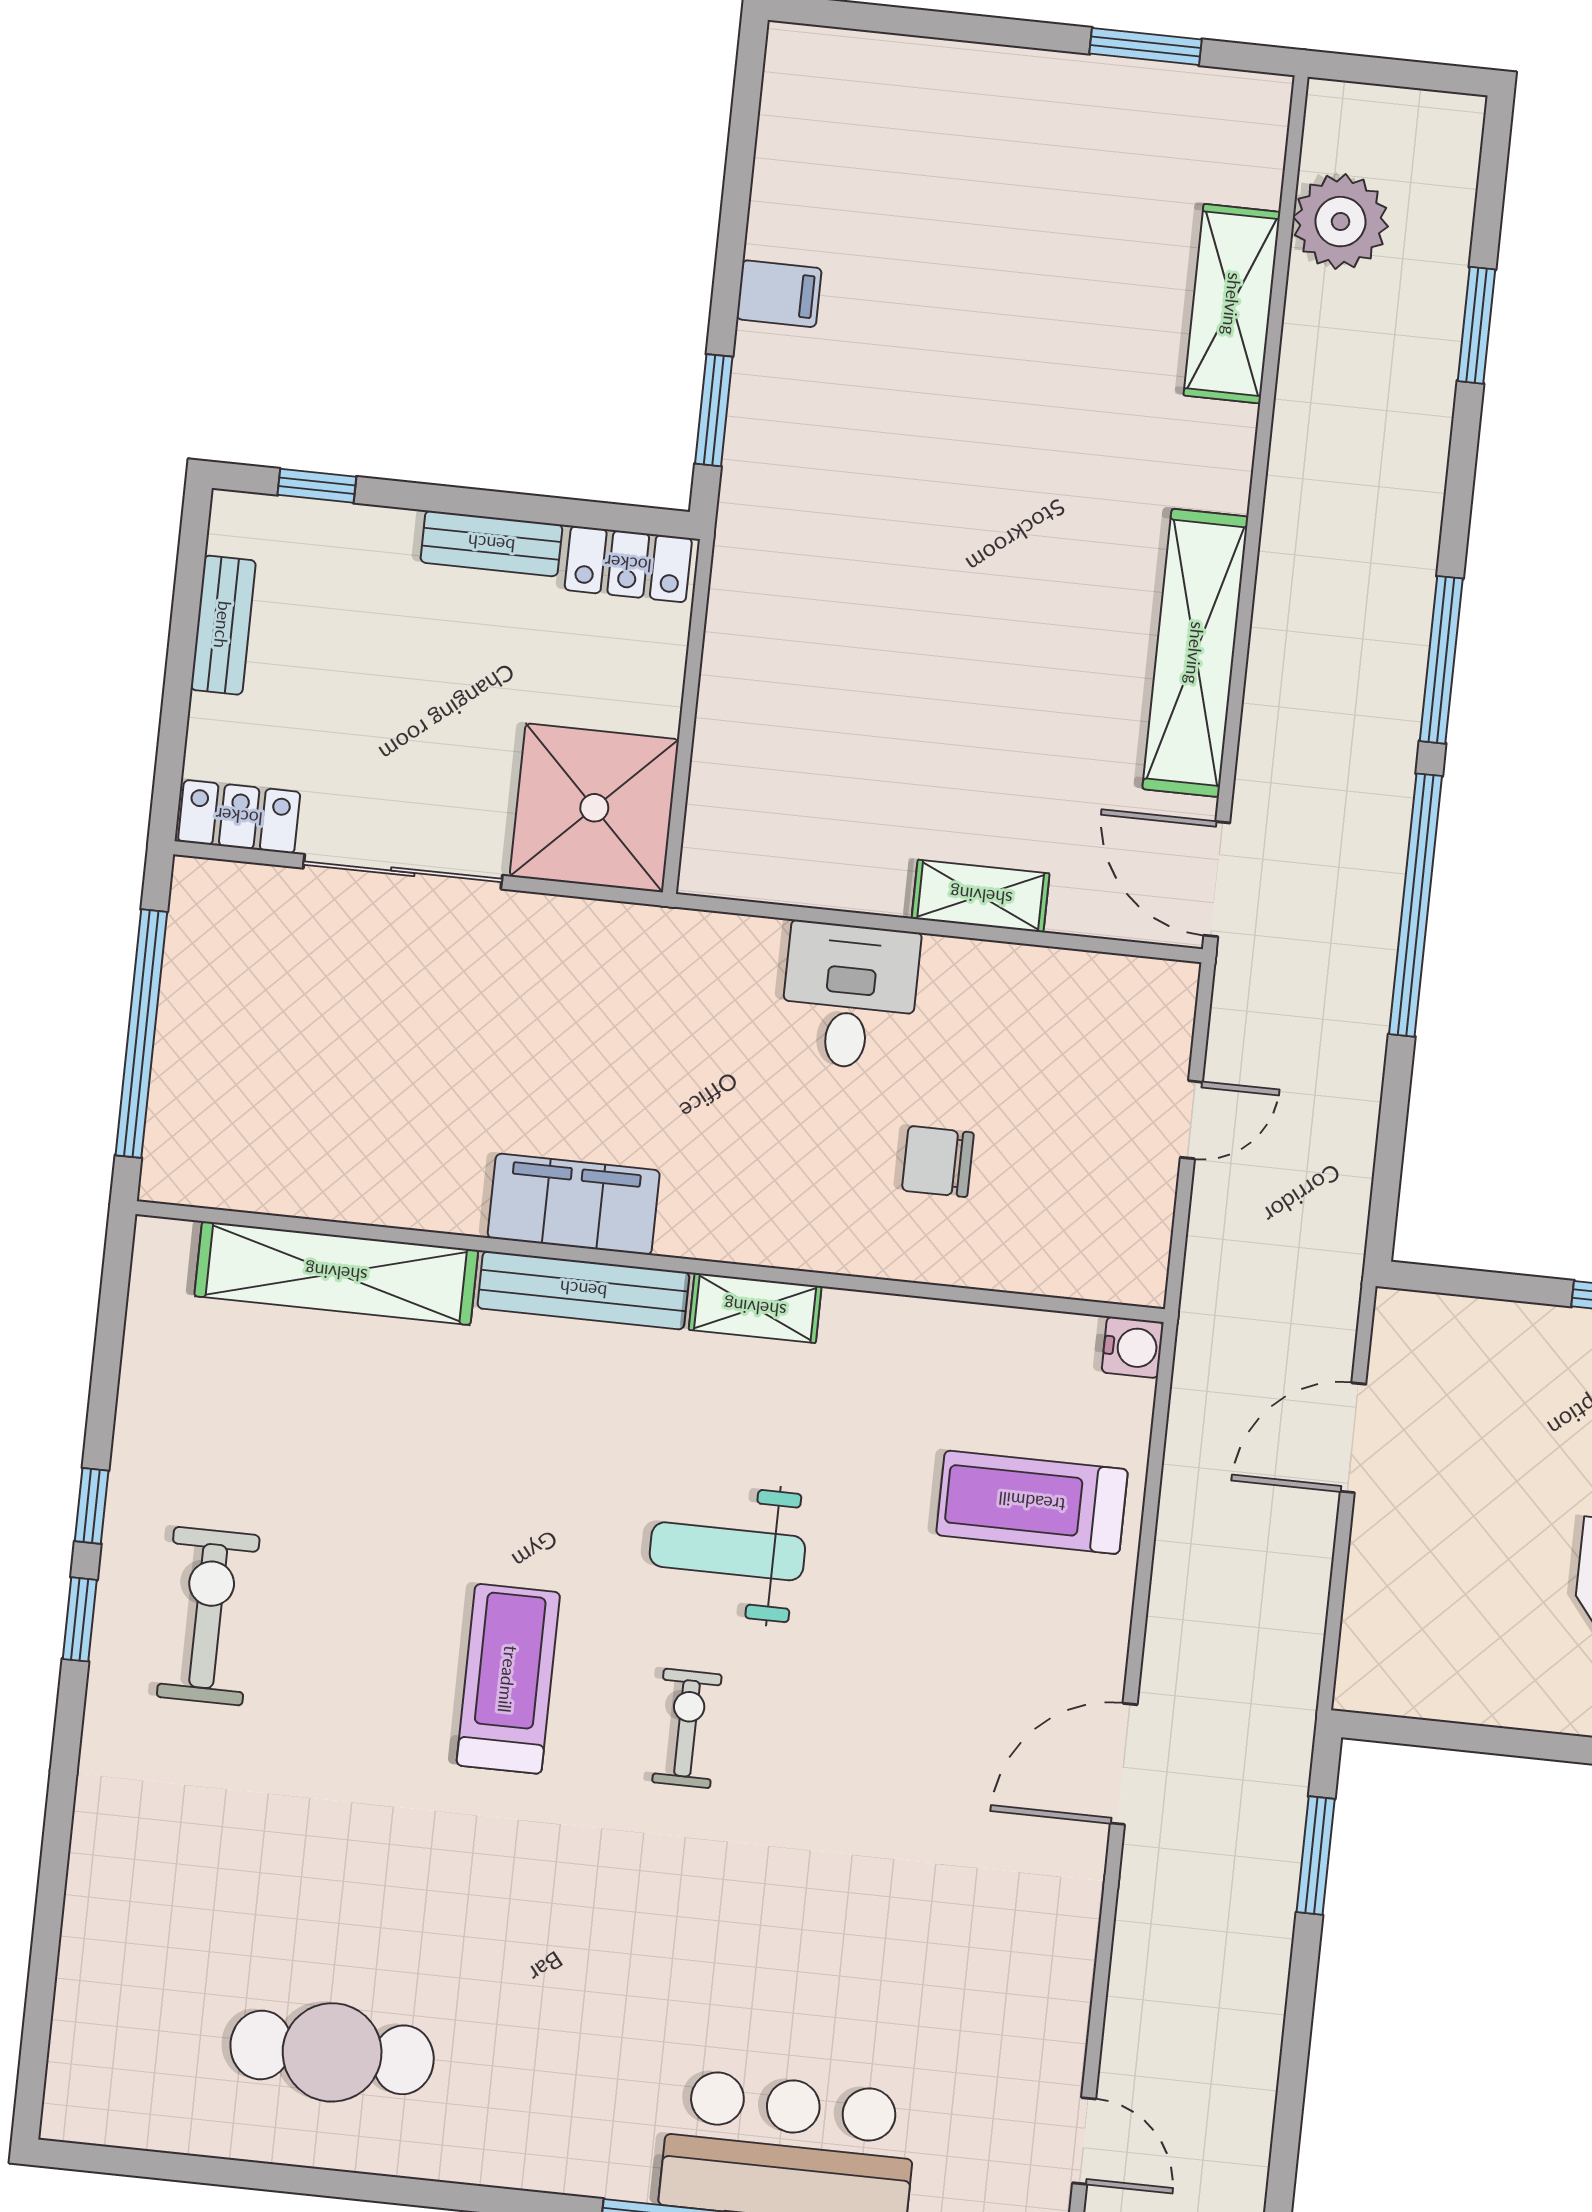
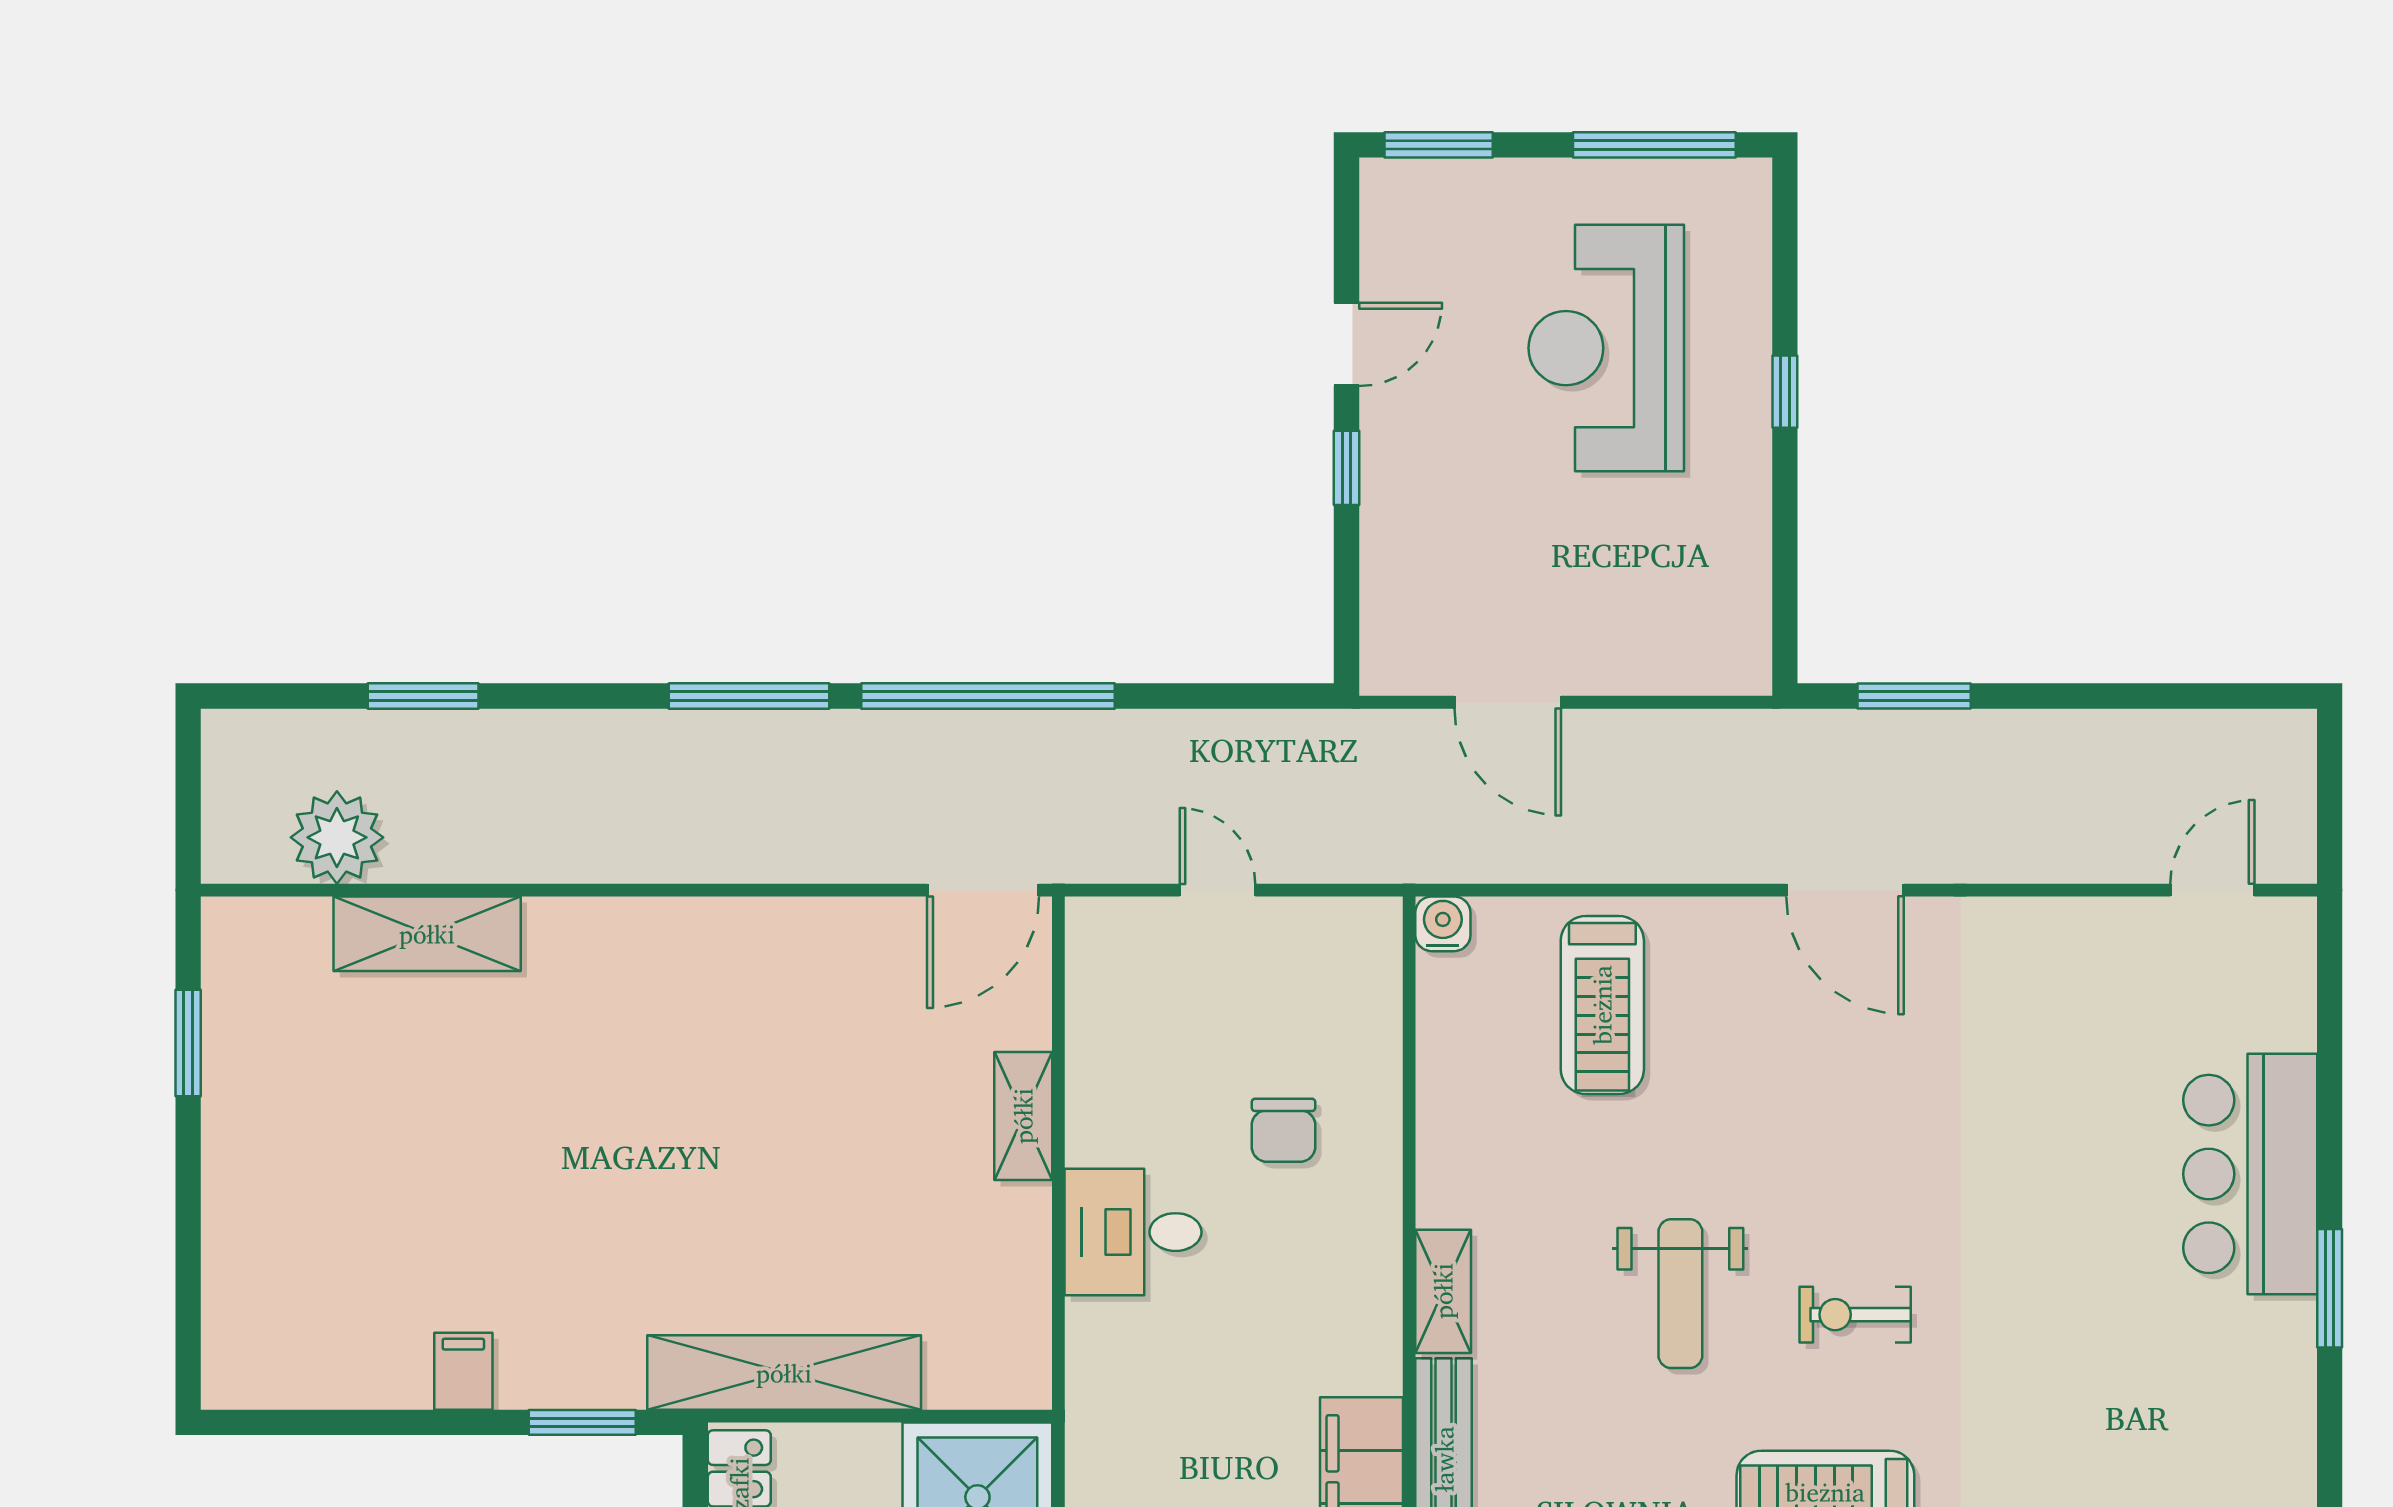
shelving: (1195, 653) -> (784, 1373), moved

